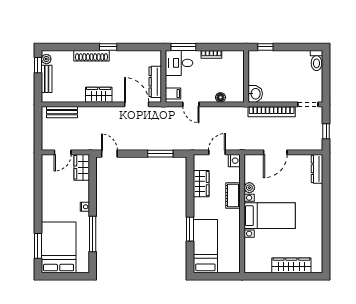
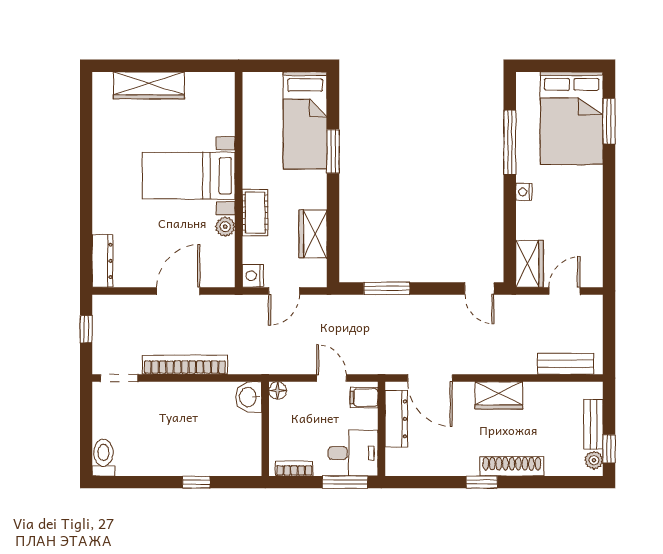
wall: (246, 76) -> (265, 429), moved
washbasin: (255, 94) -> (249, 397), moved

